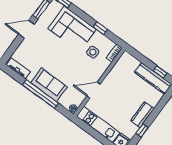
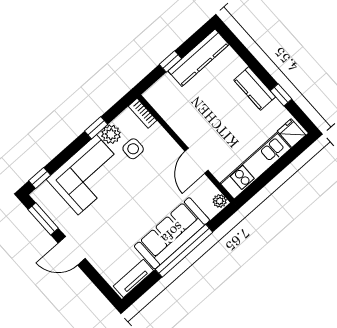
door: (27, 29) -> (72, 251), hinge flipped
plant: (98, 38) -> (111, 134), added
window: (160, 72) -> (170, 61), moved
sofa: (49, 85) -> (172, 233), width x1.36

